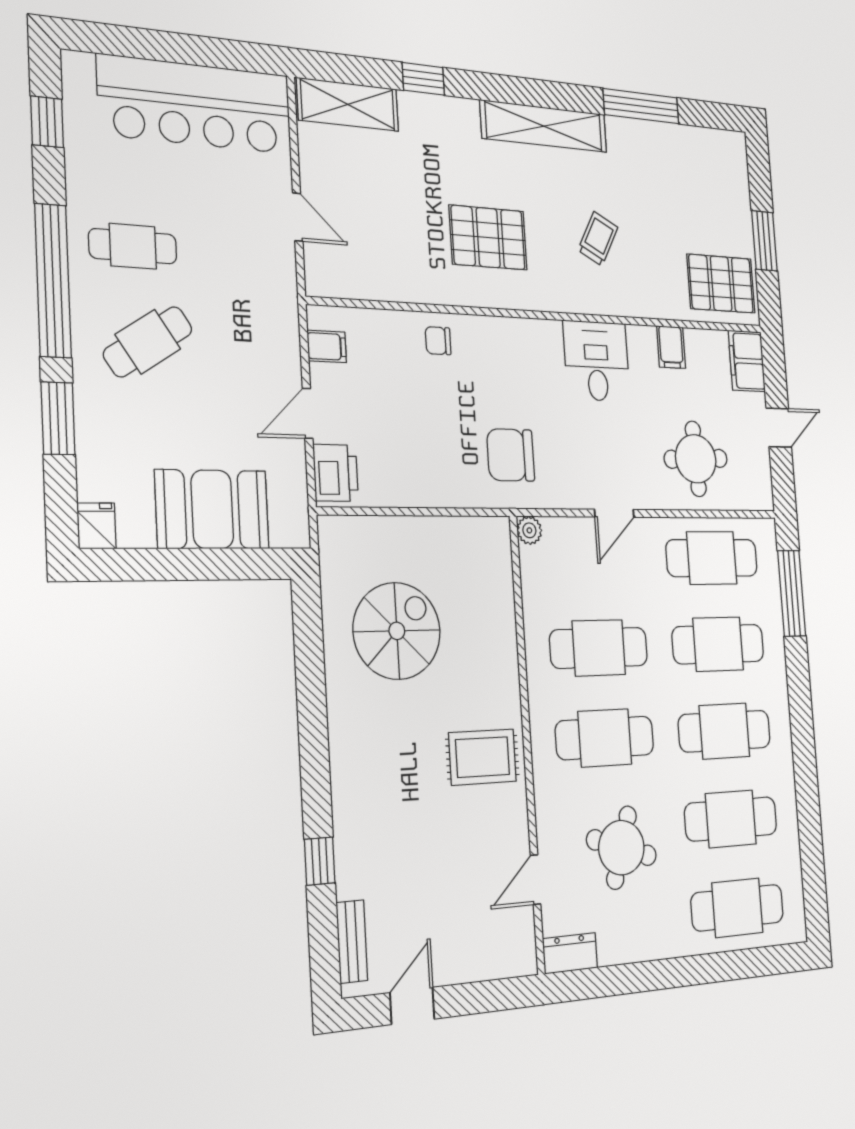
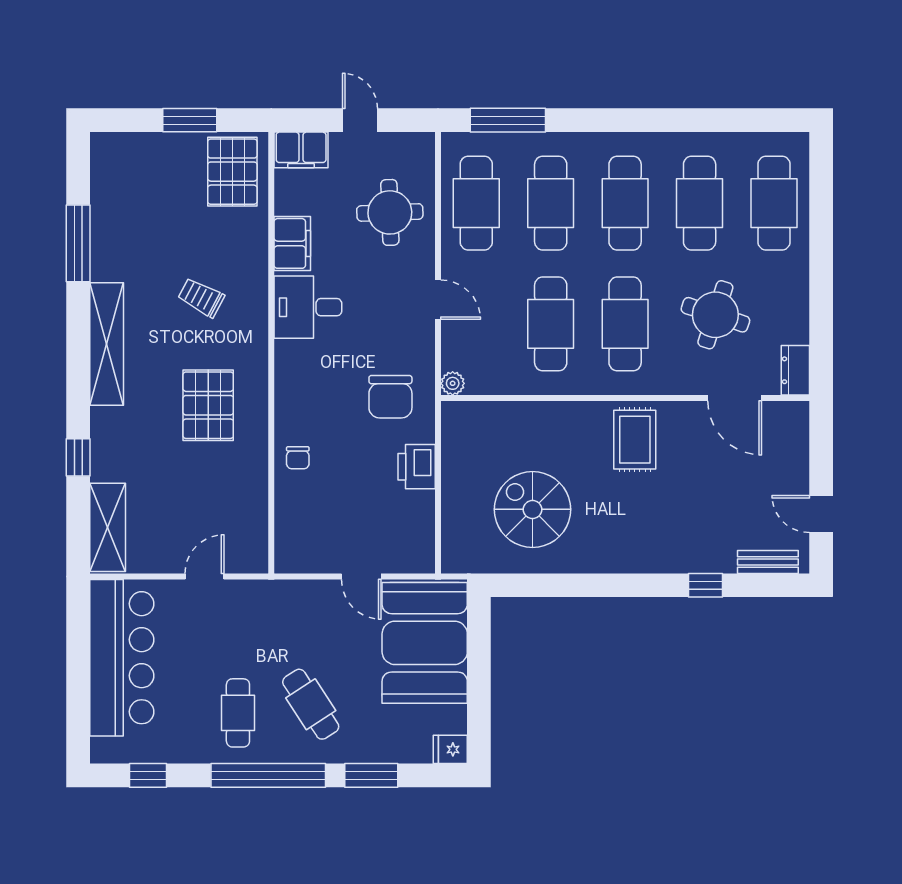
filing cabinet: (327, 346) -> (307, 557), removed
filing cabinet: (671, 347) -> (292, 243), width x2.00
printer: (336, 473) -> (417, 467), moved, turned -90
booth: (212, 509) -> (425, 643), width x1.36, depth x1.42
door: (536, 880) -> (735, 398), width x1.38

